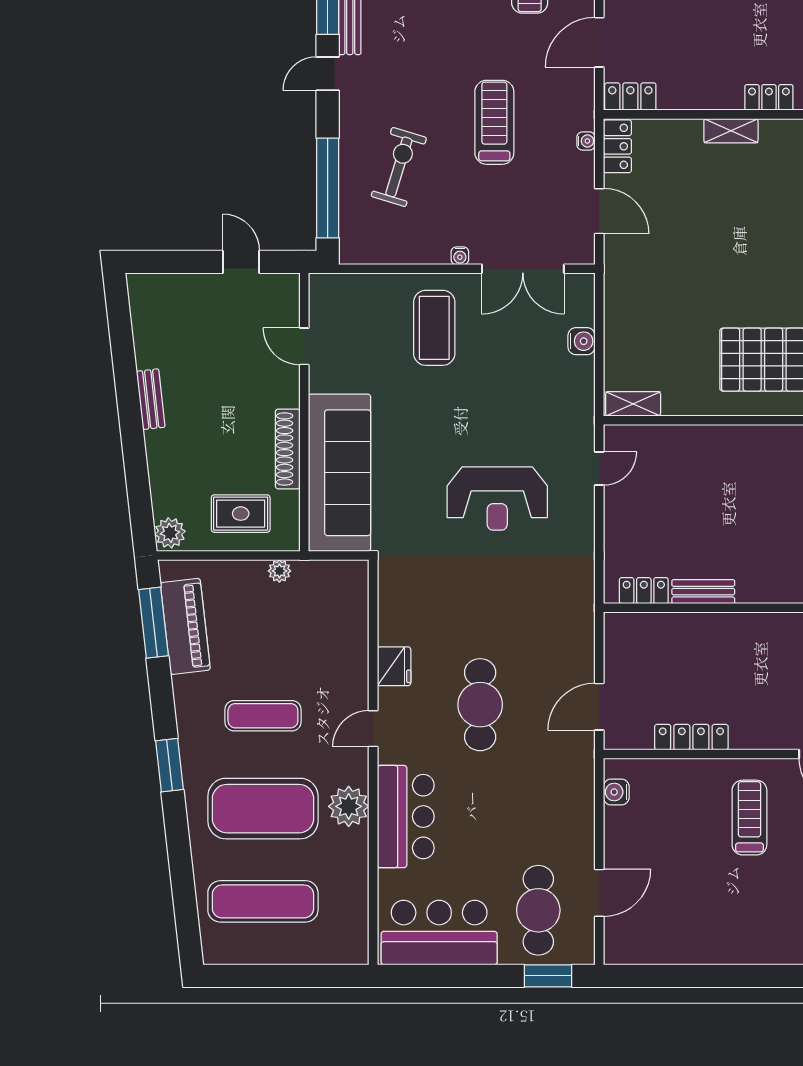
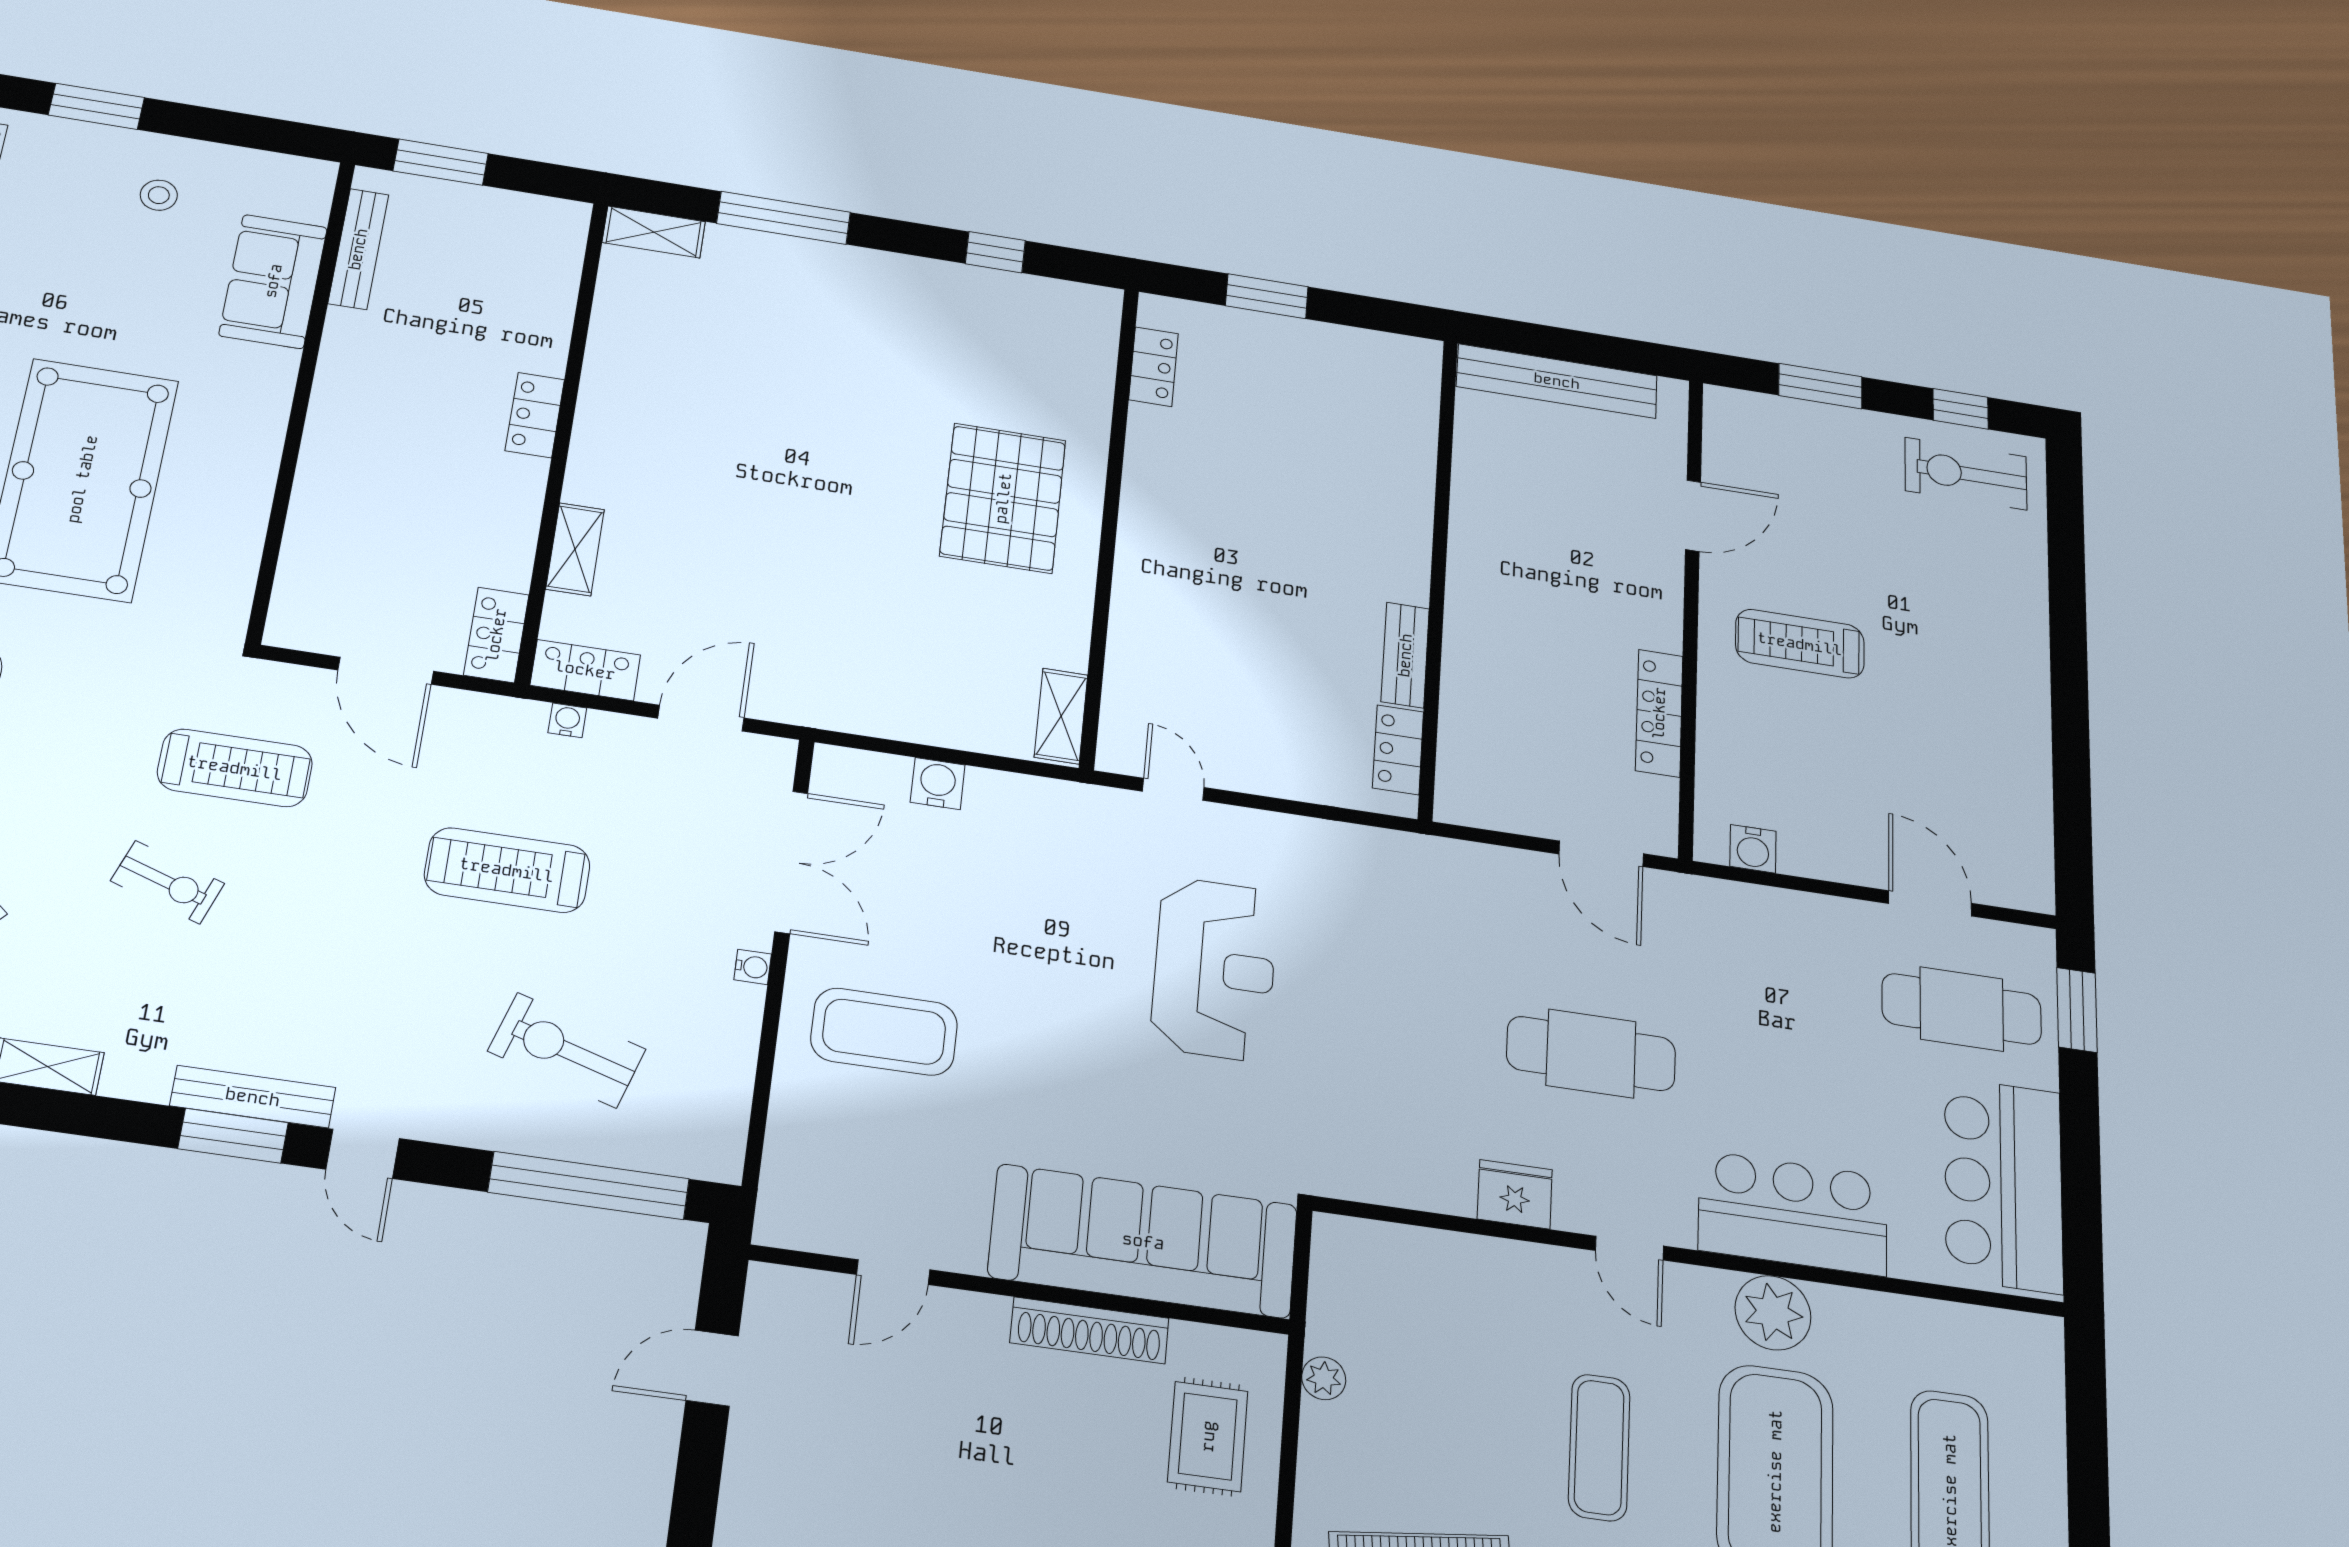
shelving: (731, 131) -> (575, 549), moved

